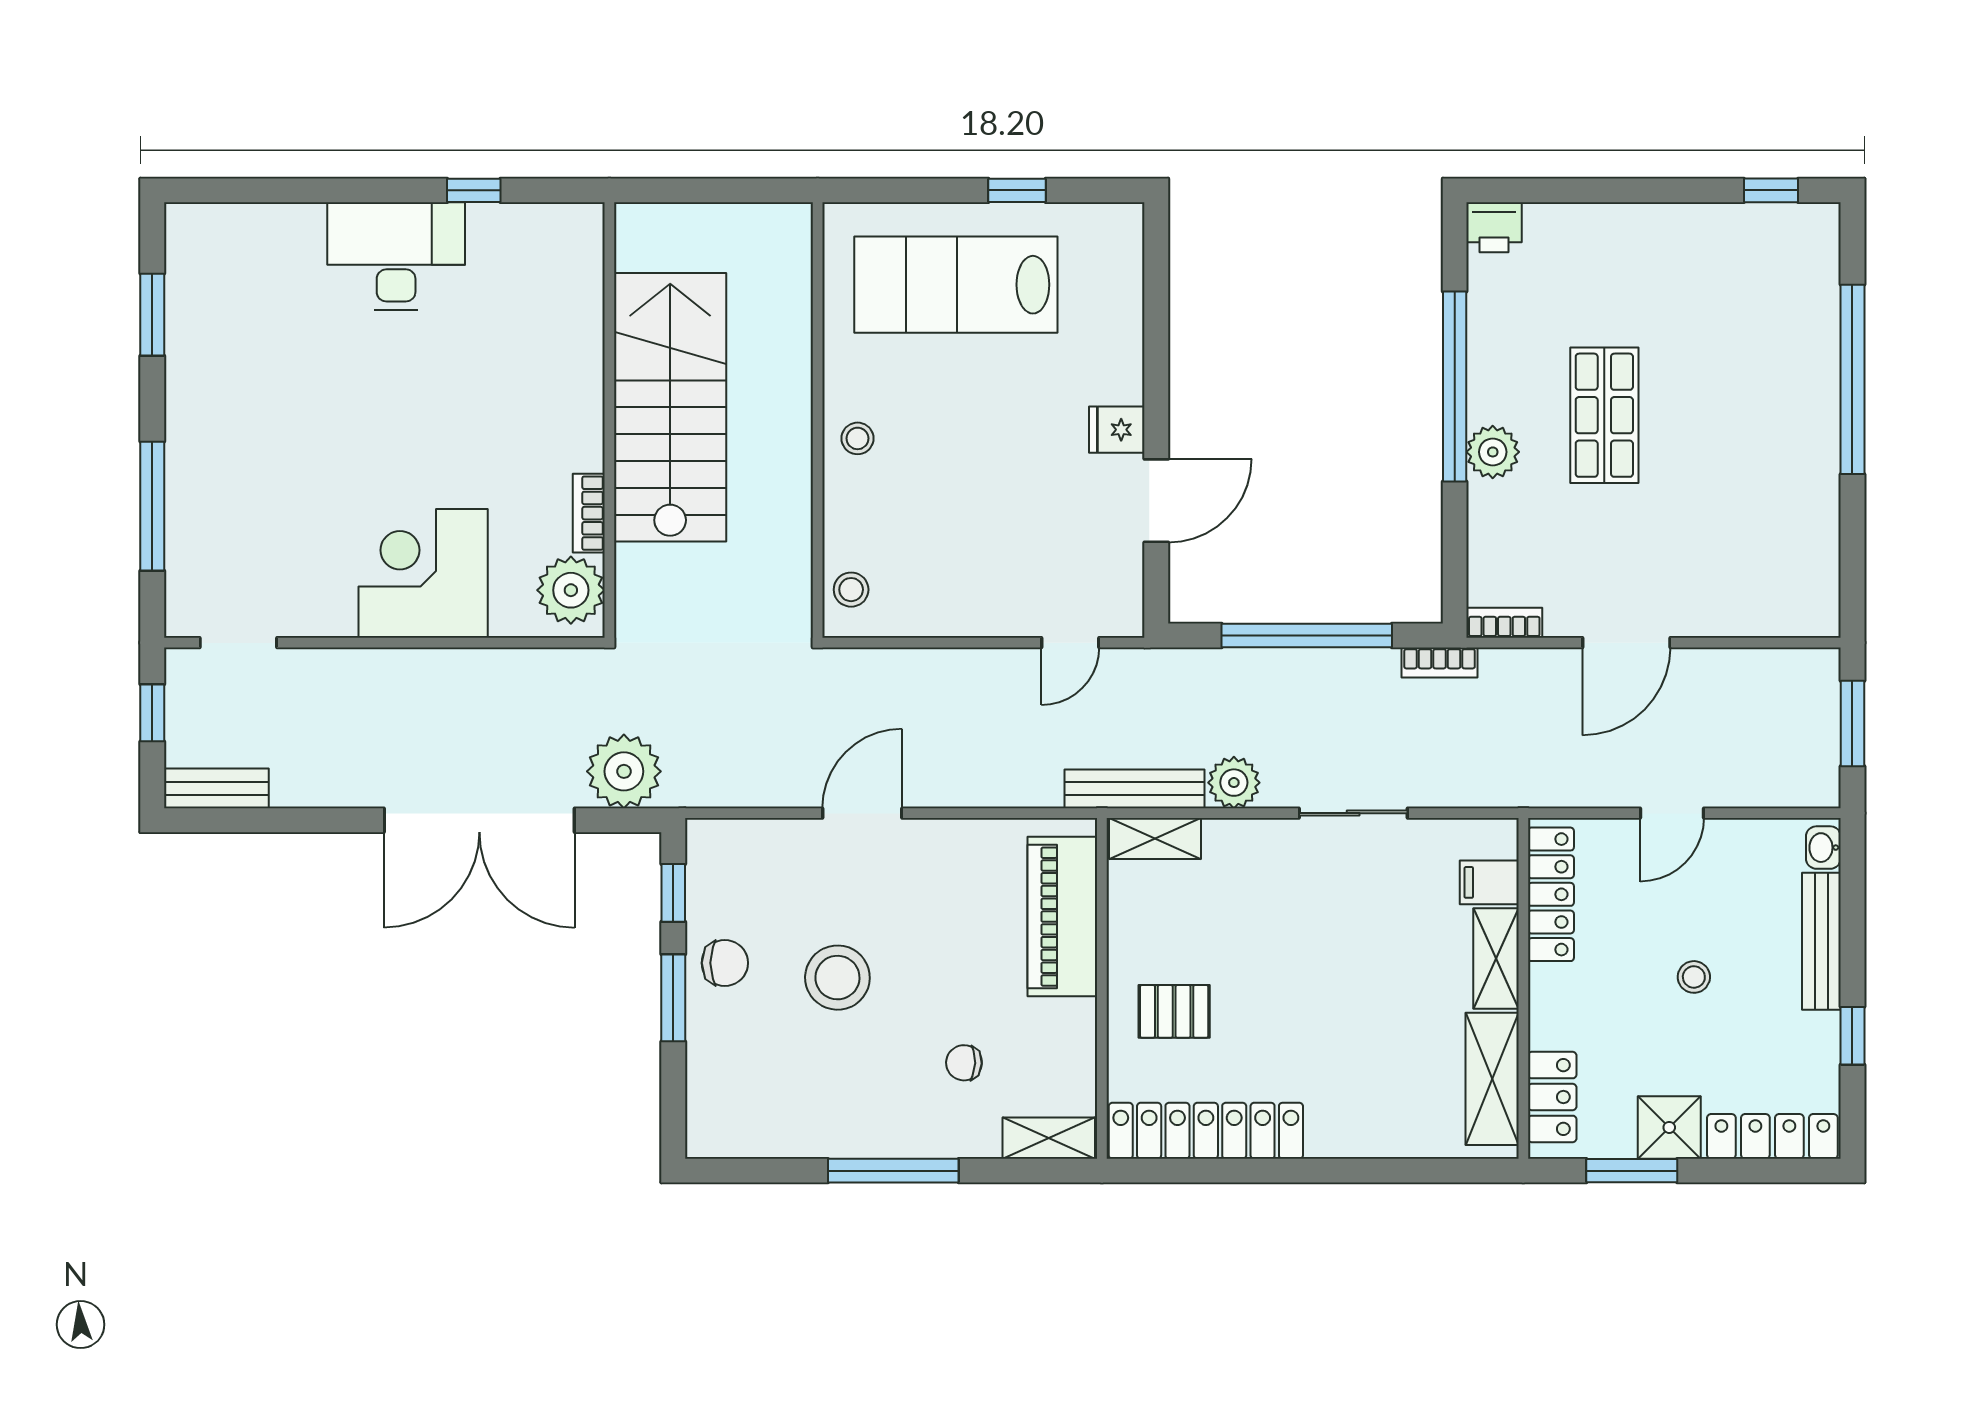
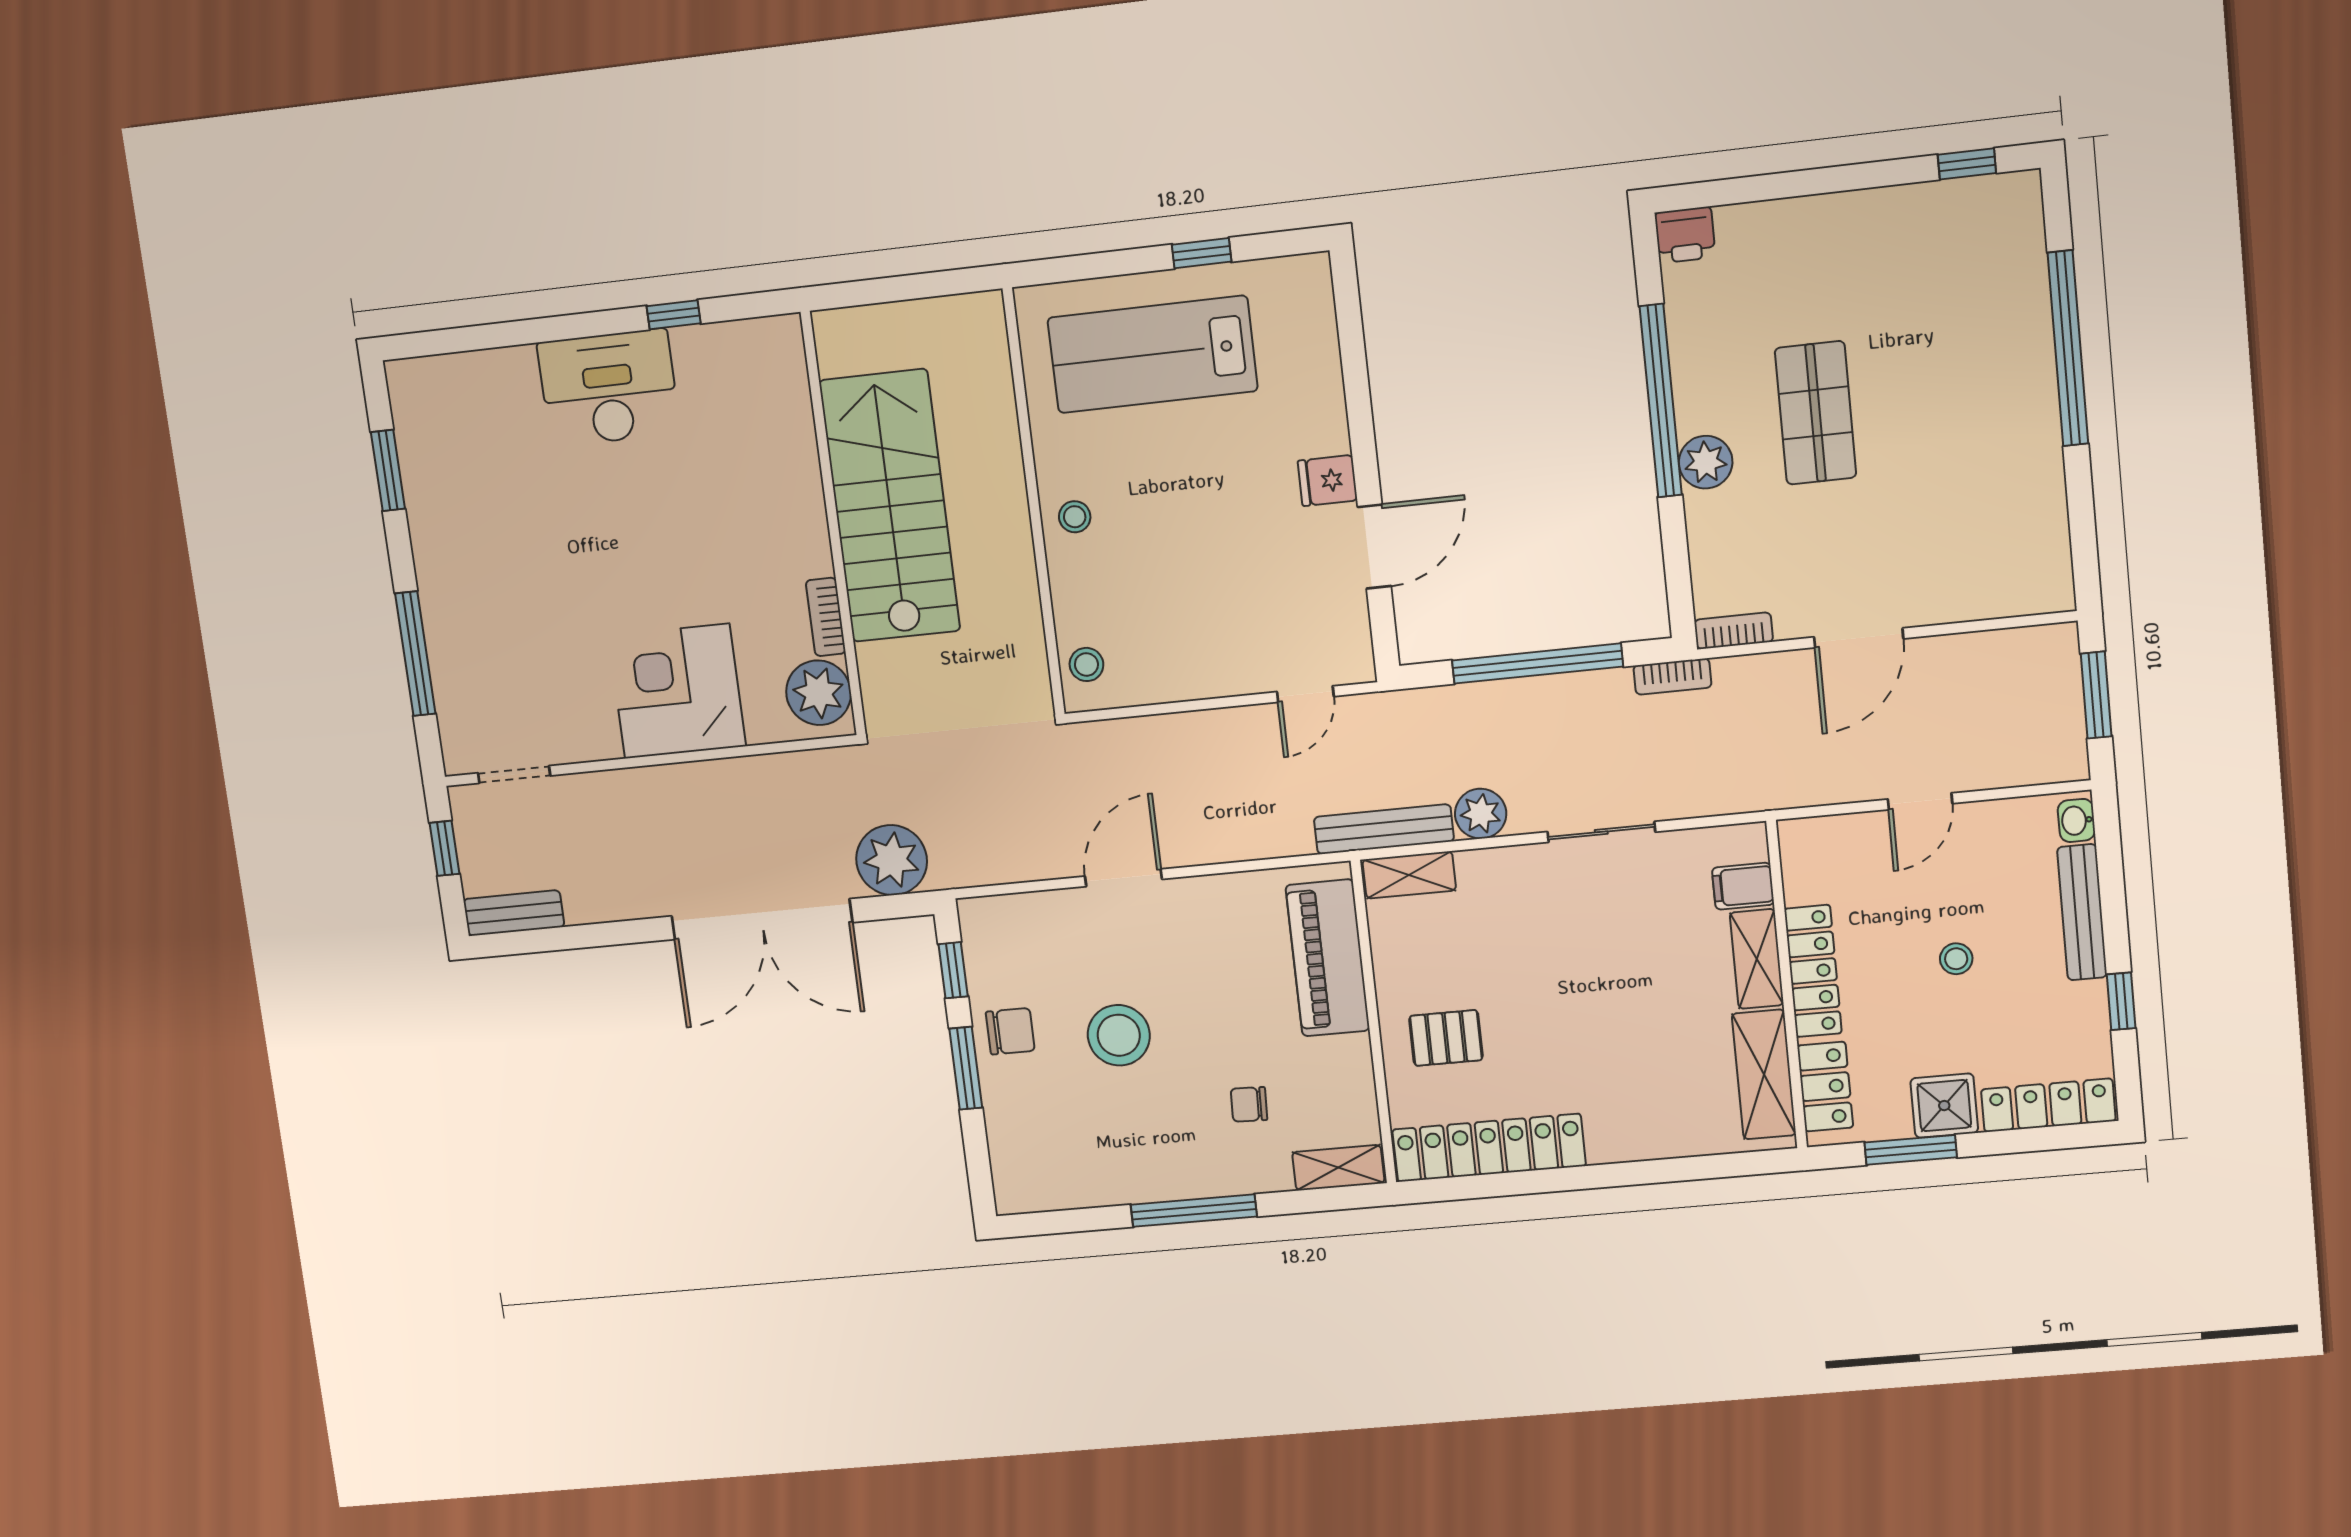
locker: (1551, 894) -> (1813, 971), moved

